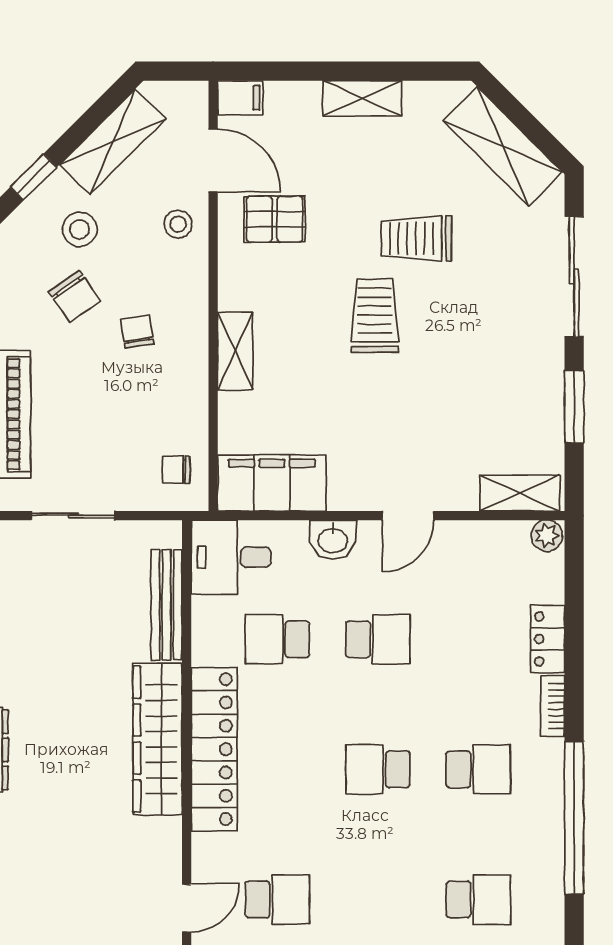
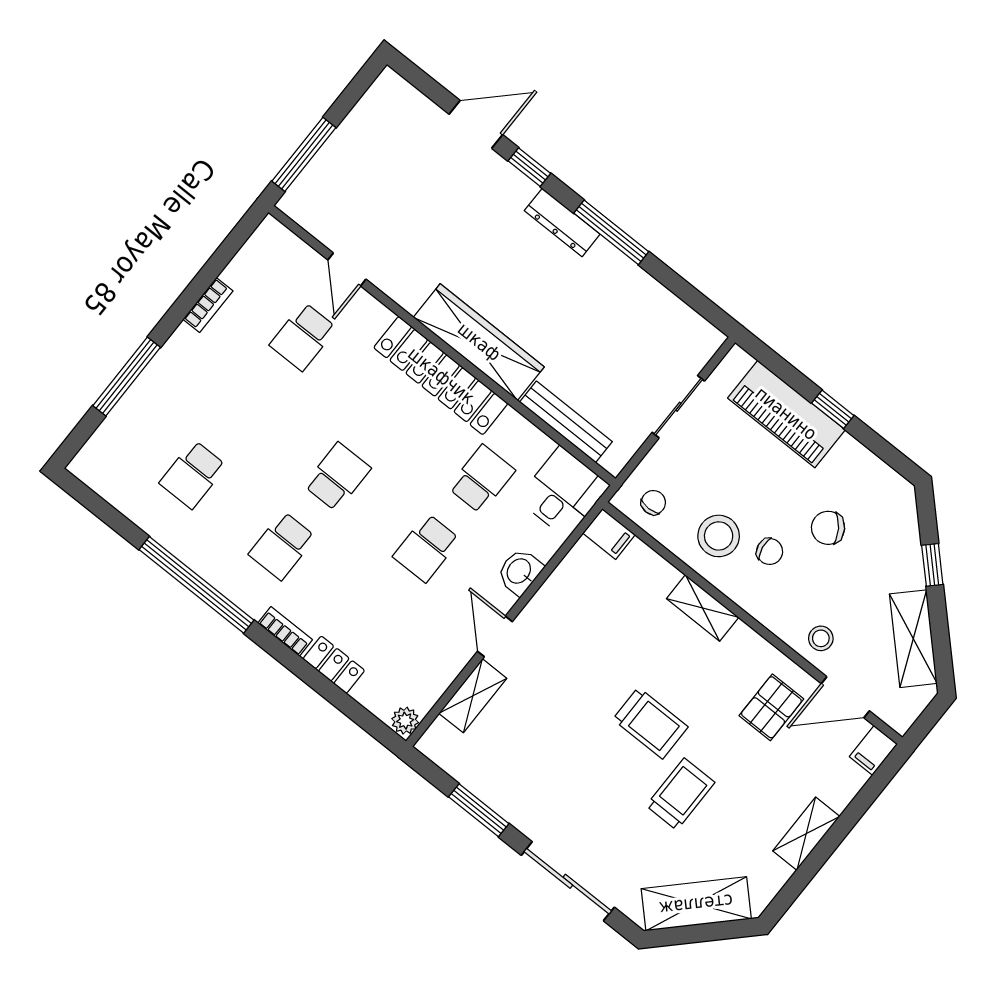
stool: (80, 229) -> (719, 536), moved, width x1.38, depth x1.38
filing cabinet: (272, 483) -> (609, 534), width x0.33, depth x0.86
shelving: (520, 493) -> (473, 696), moved

